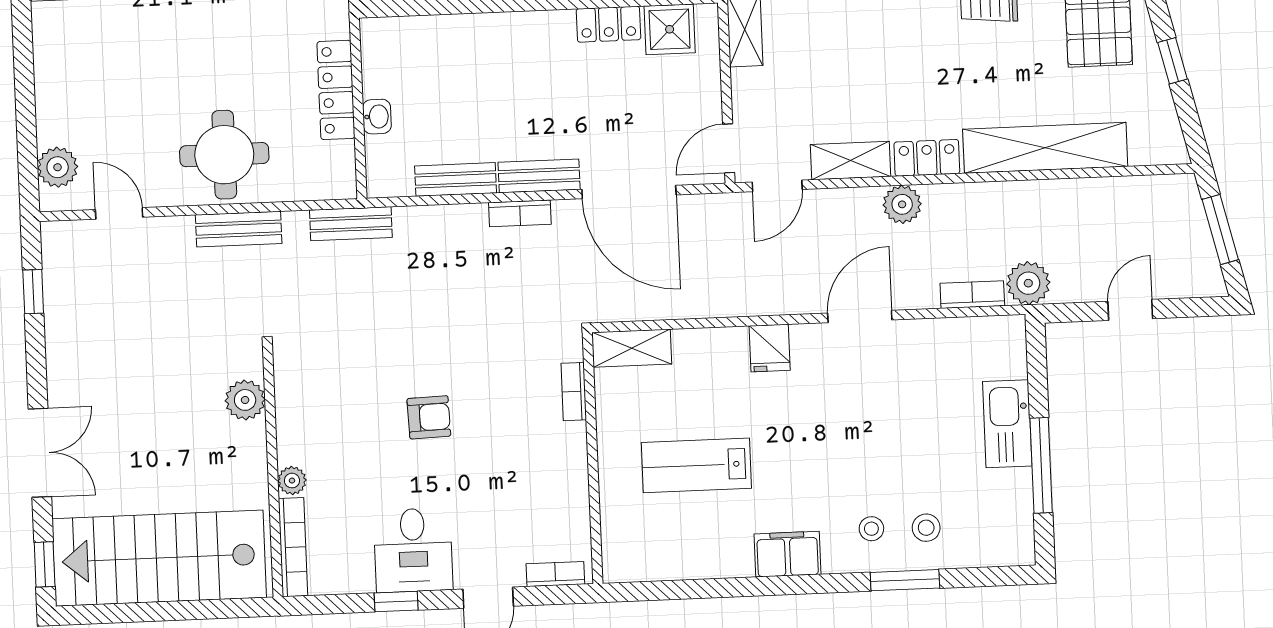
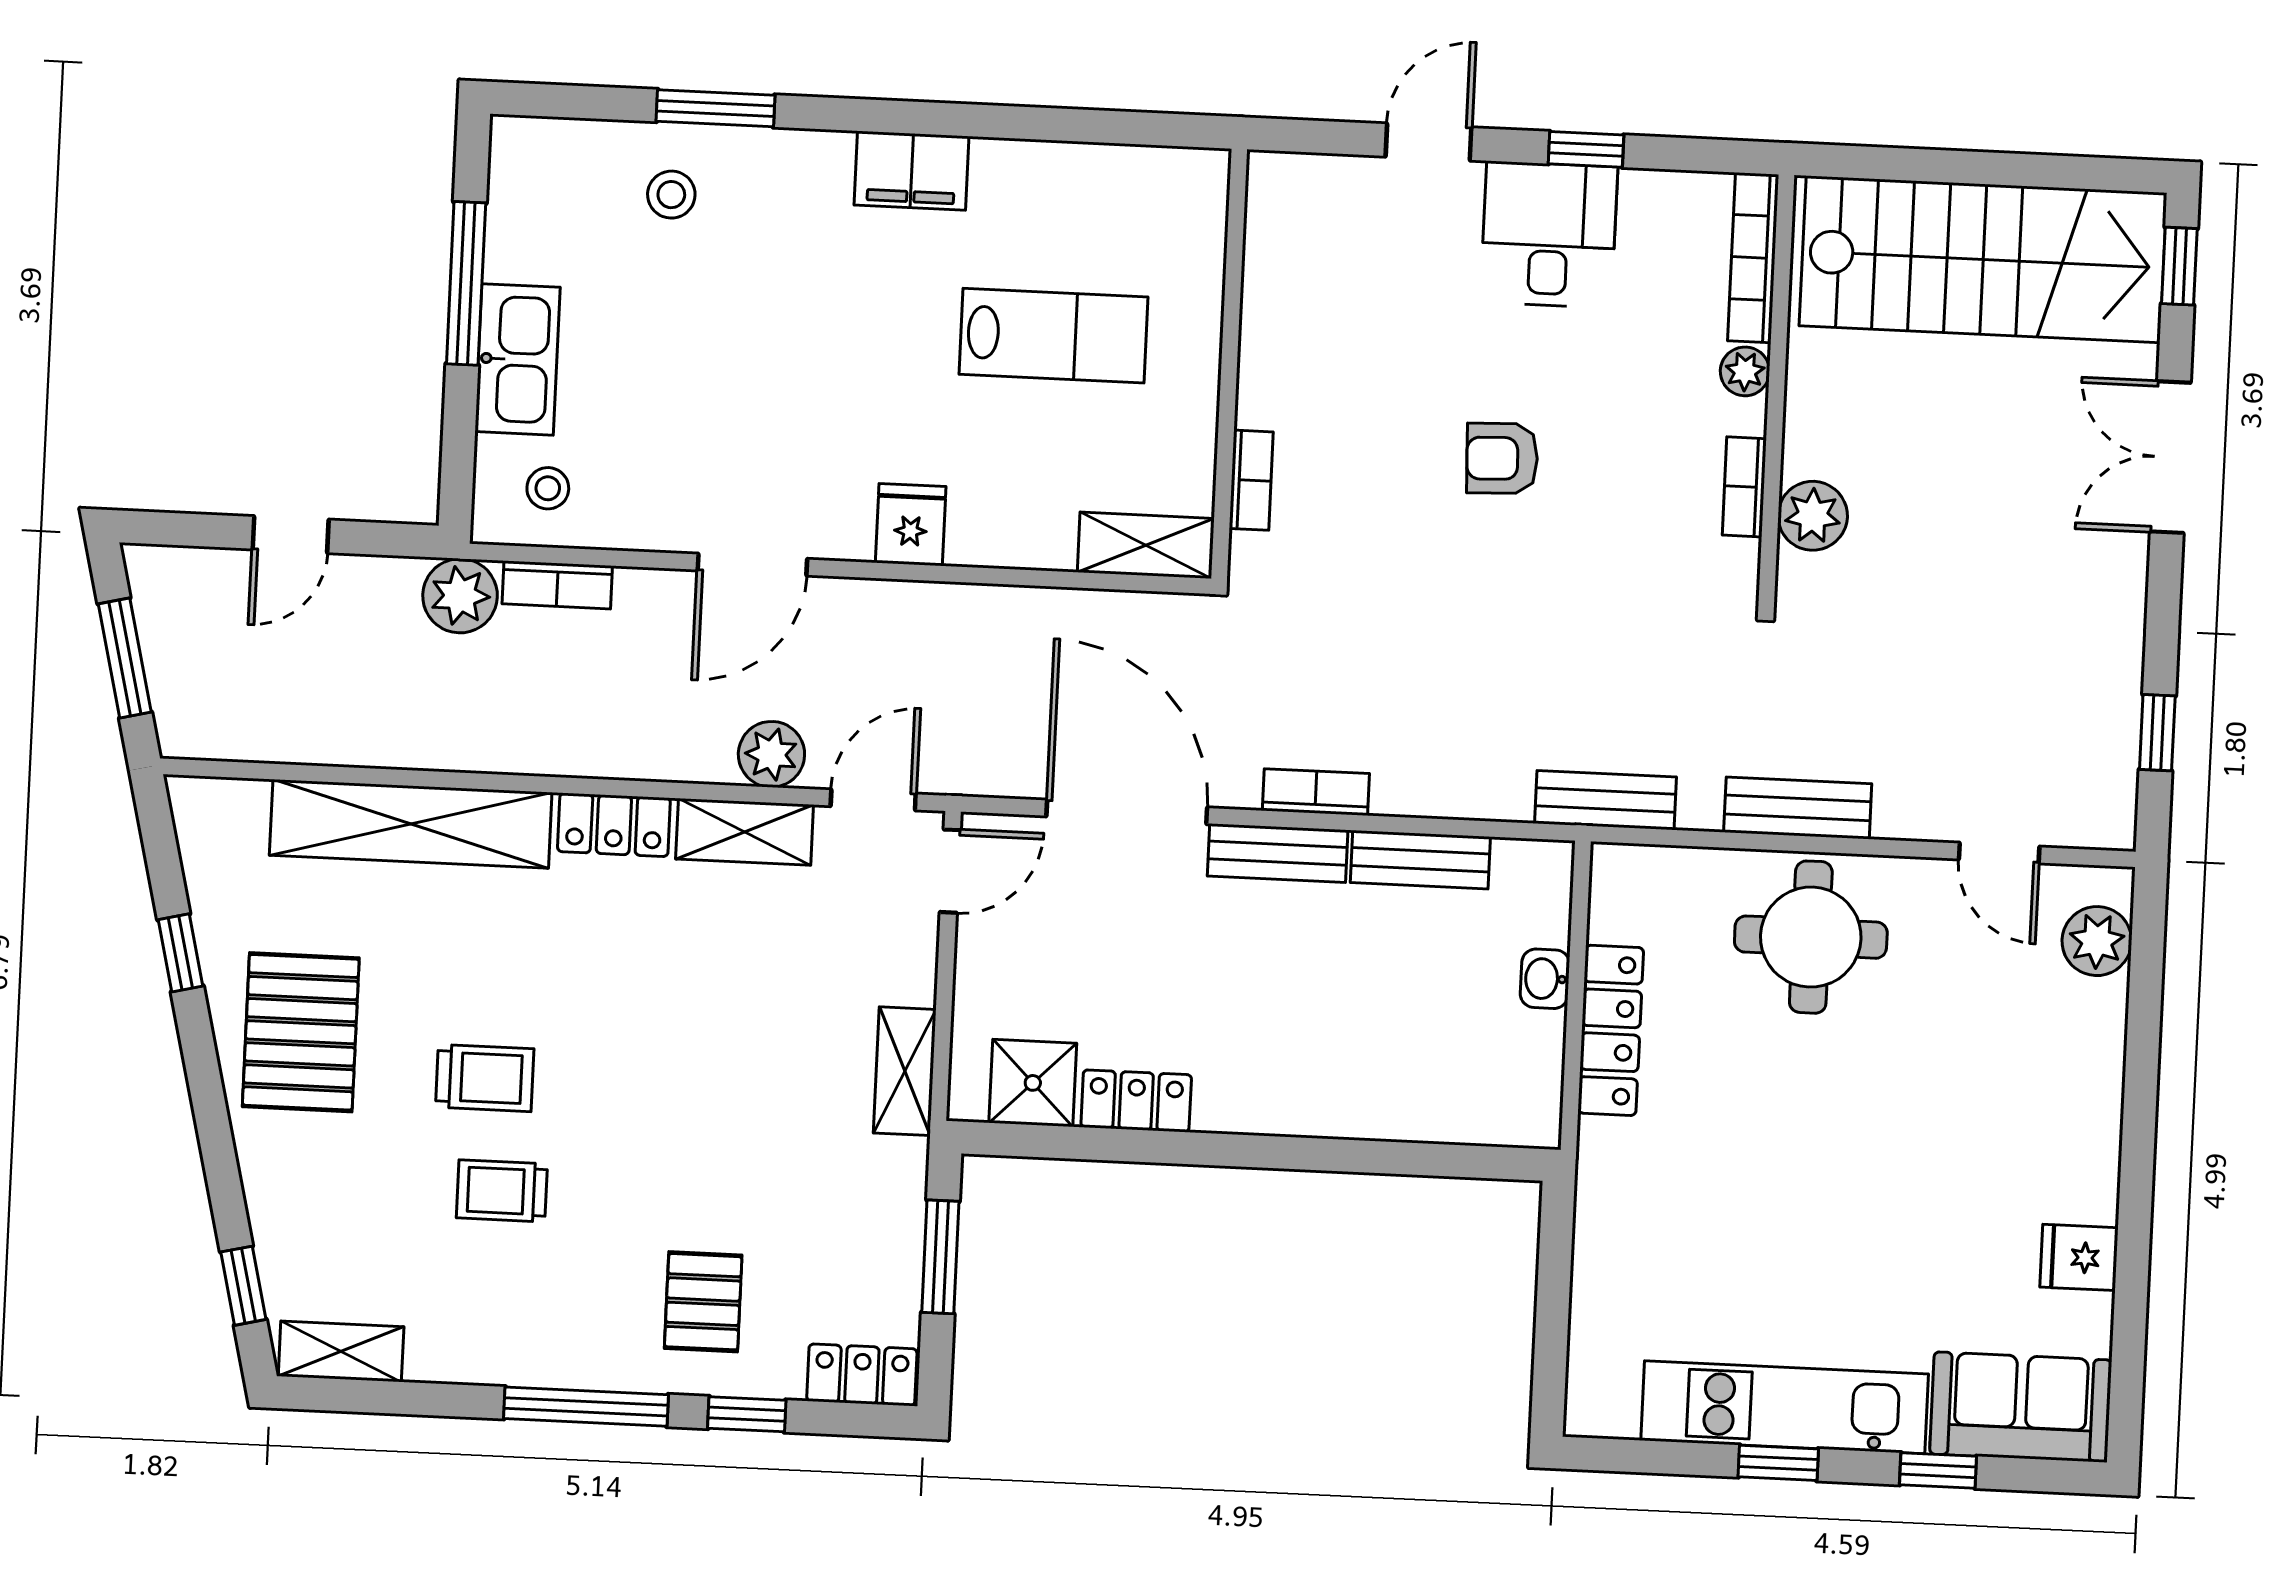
plant: (902, 204) -> (771, 754), moved
stool: (871, 529) -> (548, 488), moved
bookcase: (555, 574) -> (1744, 487), moved, turned 90

